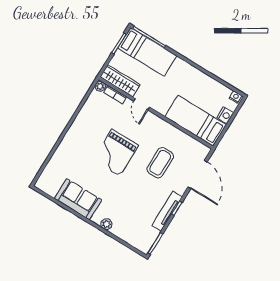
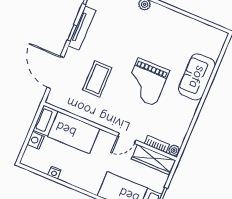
nightstand: (236, 97) -> (54, 173), moved
door: (142, 104) -> (127, 138), swing flipped
grand piano: (116, 153) -> (146, 82), turned 180
sofa: (78, 199) -> (197, 77), moved, turned 90

